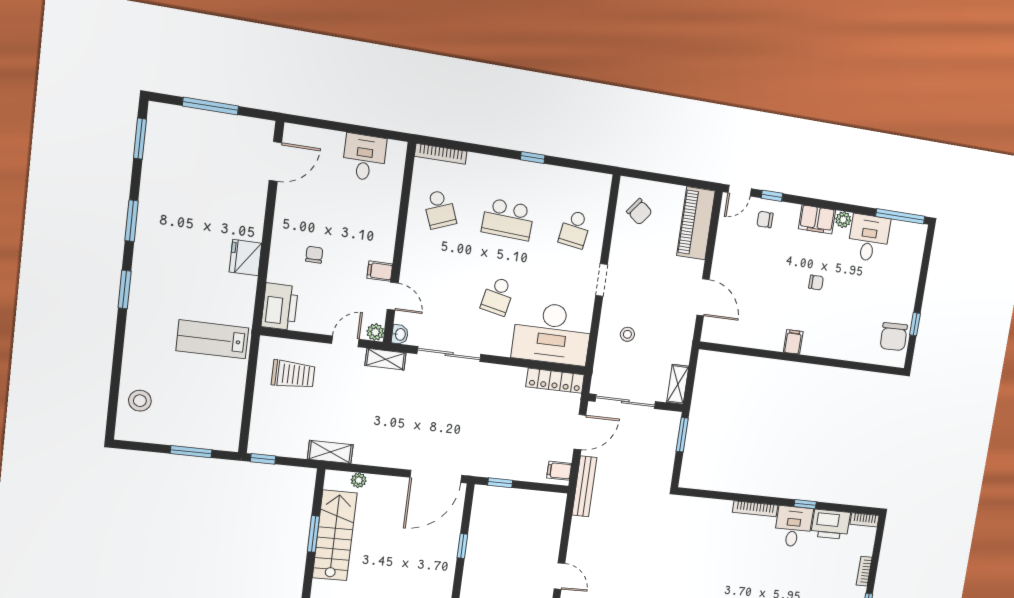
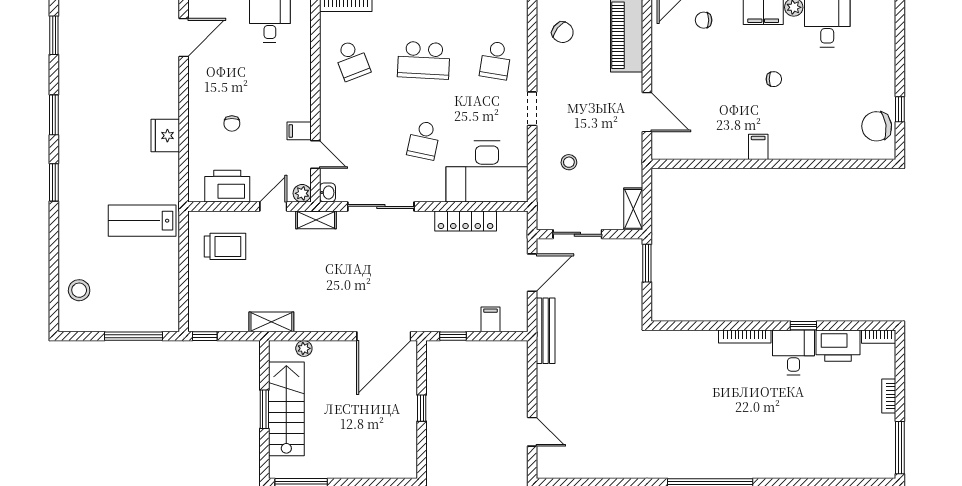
chair: (314, 255) -> (232, 123), turned 180
printer: (280, 307) -> (227, 186), moved, turned -90
chair: (894, 337) -> (877, 126), turned 84
locker: (555, 381) -> (466, 221), moved
sliding door: (625, 401) -> (577, 234), width x0.73
window: (191, 452) -> (133, 336), width x1.44
filing cabinet: (559, 471) -> (490, 319), moved, turned 90

